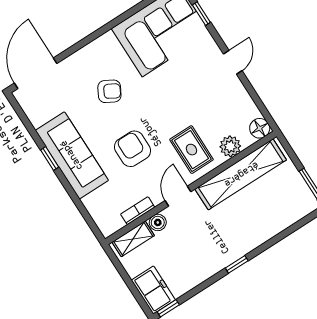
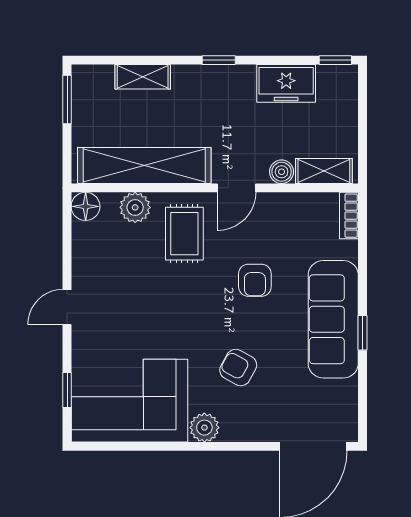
plant: (107, 43) -> (204, 428), added
armchair: (133, 149) -> (255, 280), width x0.72, depth x0.72
bookcase: (138, 211) -> (349, 216), moved, turned 90
shelving: (275, 226) -> (143, 77), added
freezer: (153, 290) -> (286, 83), moved, turned -90

